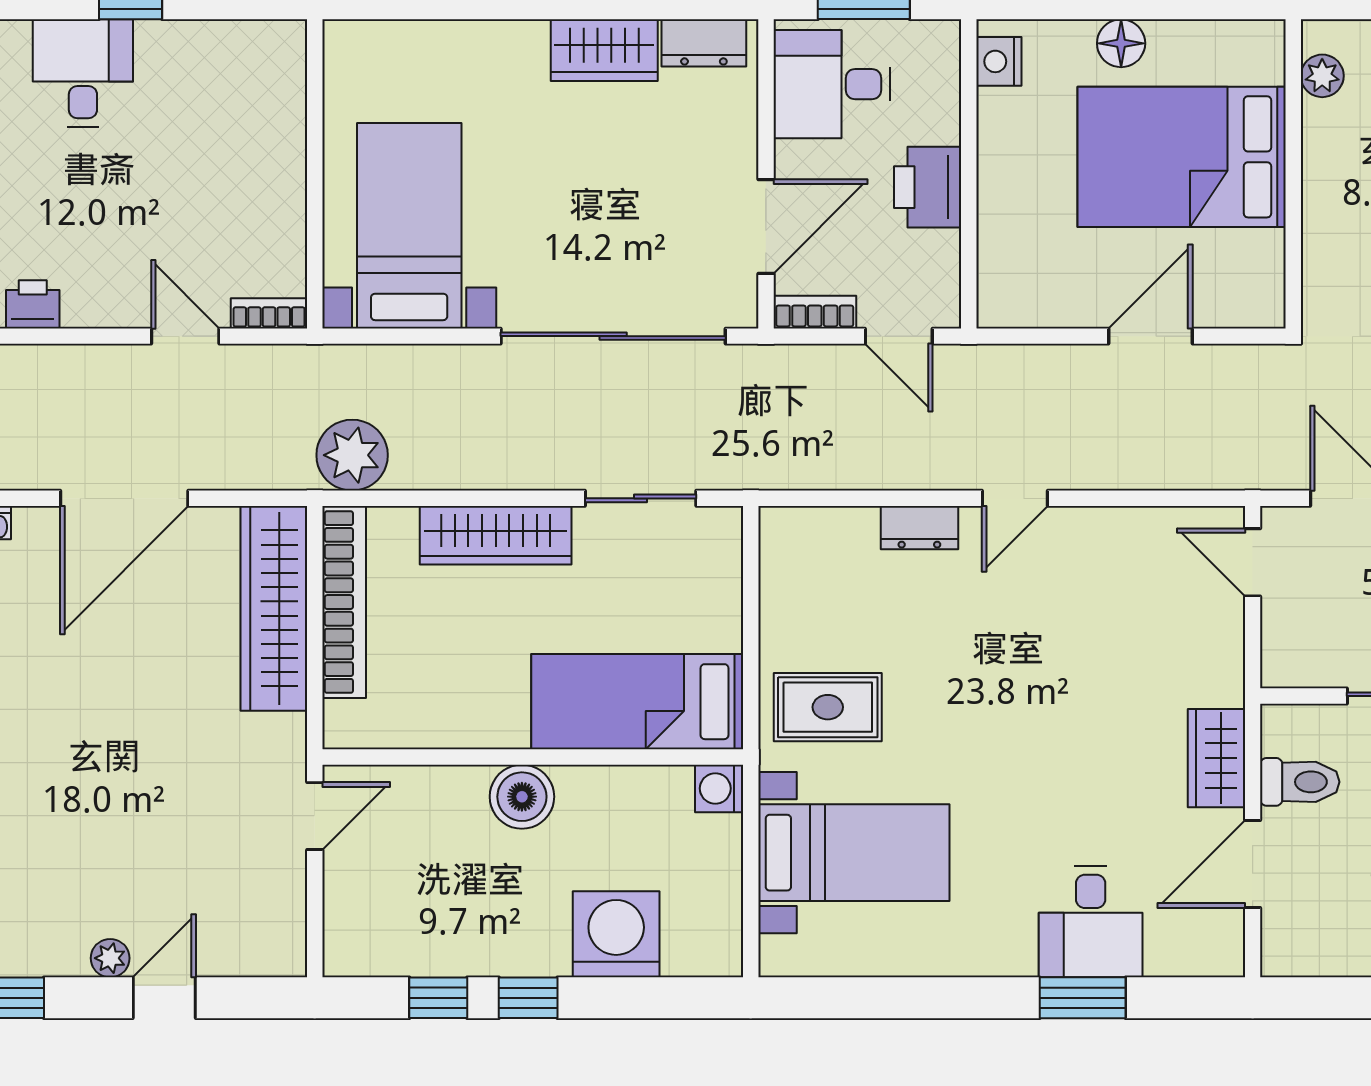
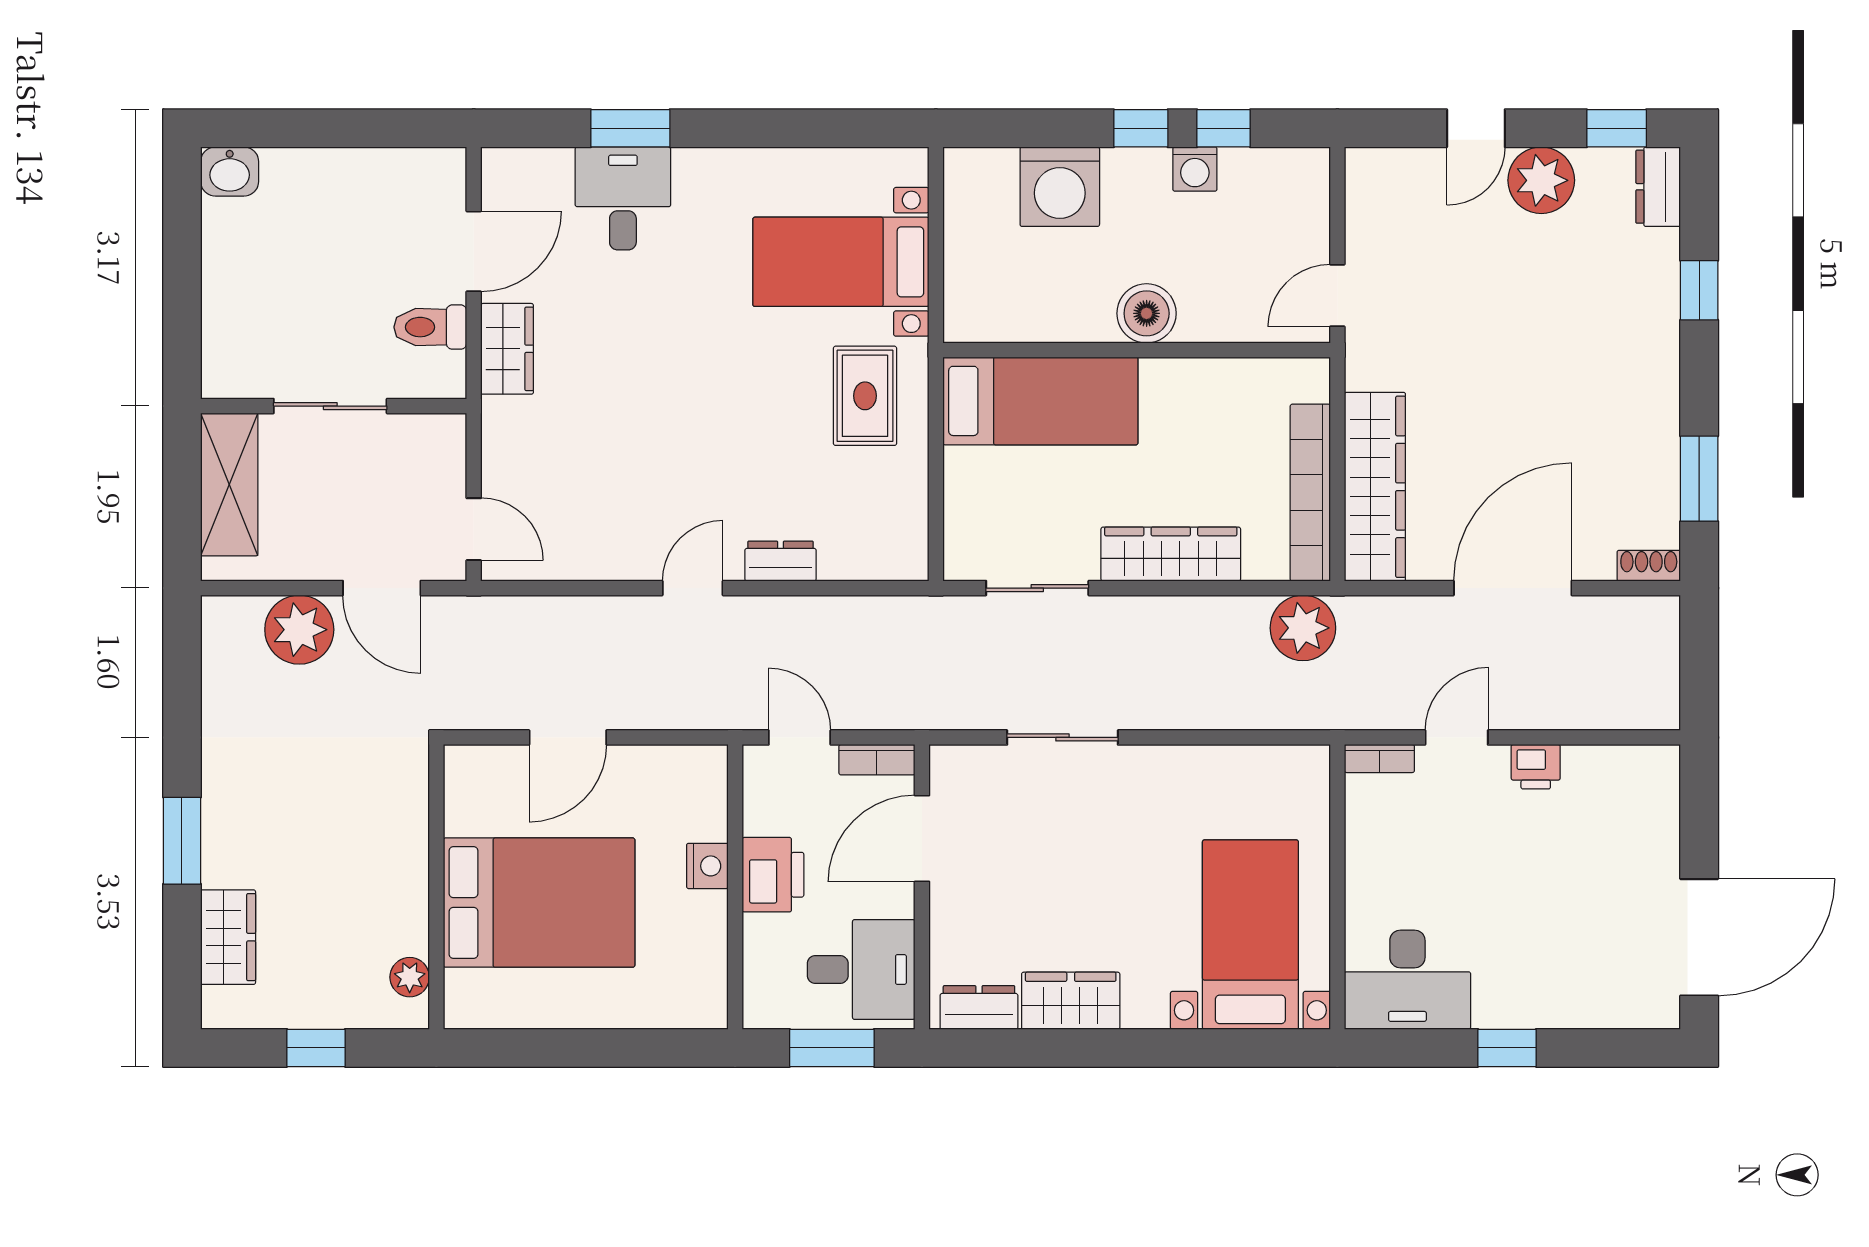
floor lamp: (1121, 43) -> (595, 1007), removed
nightstand: (999, 61) -> (707, 866), moved
desk: (83, 73) -> (1407, 980), moved, width x1.37
bed with nightstands: (409, 226) -> (1250, 935), moved, turned 180
printer: (33, 304) -> (1536, 767), moved
door: (185, 336) -> (1457, 737), swing flipped
sliding door: (613, 336) -> (1063, 737), width x0.54
rug: (828, 707) -> (865, 396), turned 90
washing machine: (719, 788) -> (1195, 169), moved, turned 90
plant: (110, 958) -> (1541, 180), width x1.87, depth x1.87

